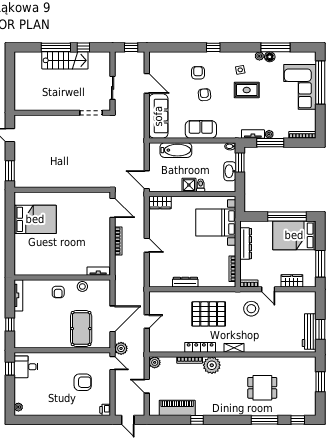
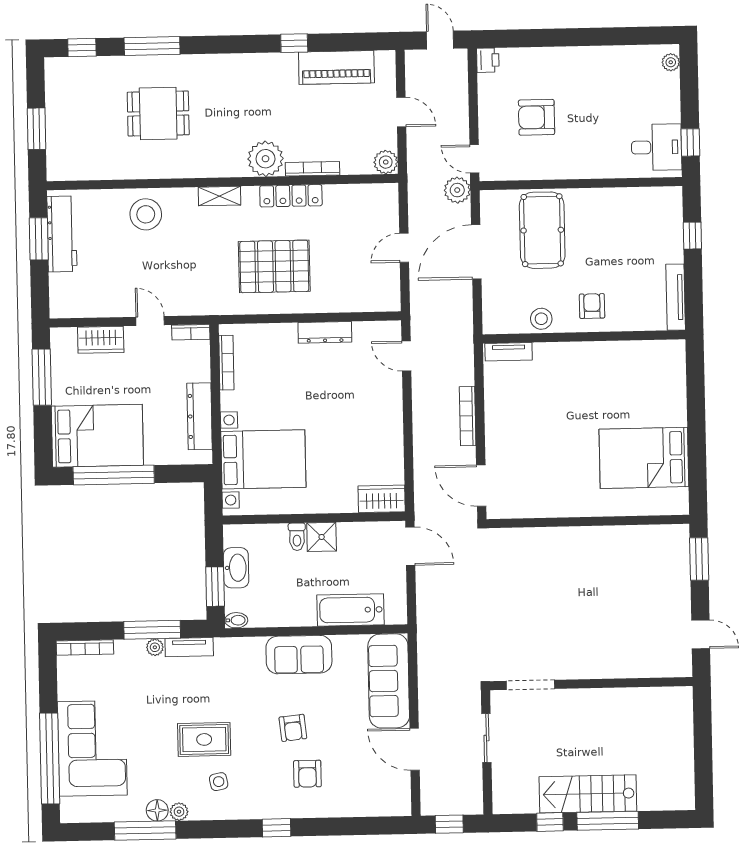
door: (147, 245) -> (406, 356), moved
stool: (251, 309) -> (146, 214), moved

